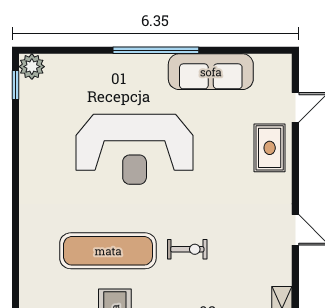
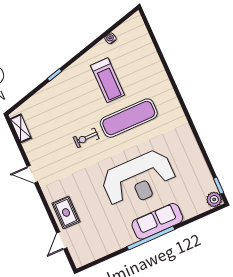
sofa: (211, 72) -> (157, 221), moved
reception desk: (135, 149) -> (139, 179), turned 180

